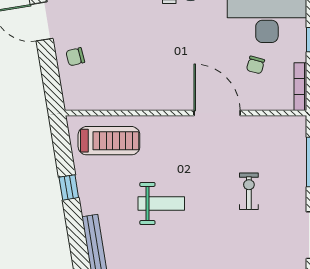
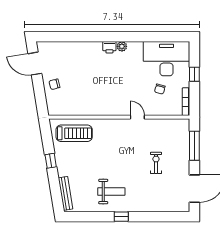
door: (217, 113) -> (137, 117), width x0.53
weight bench: (161, 203) -> (111, 192), moved

